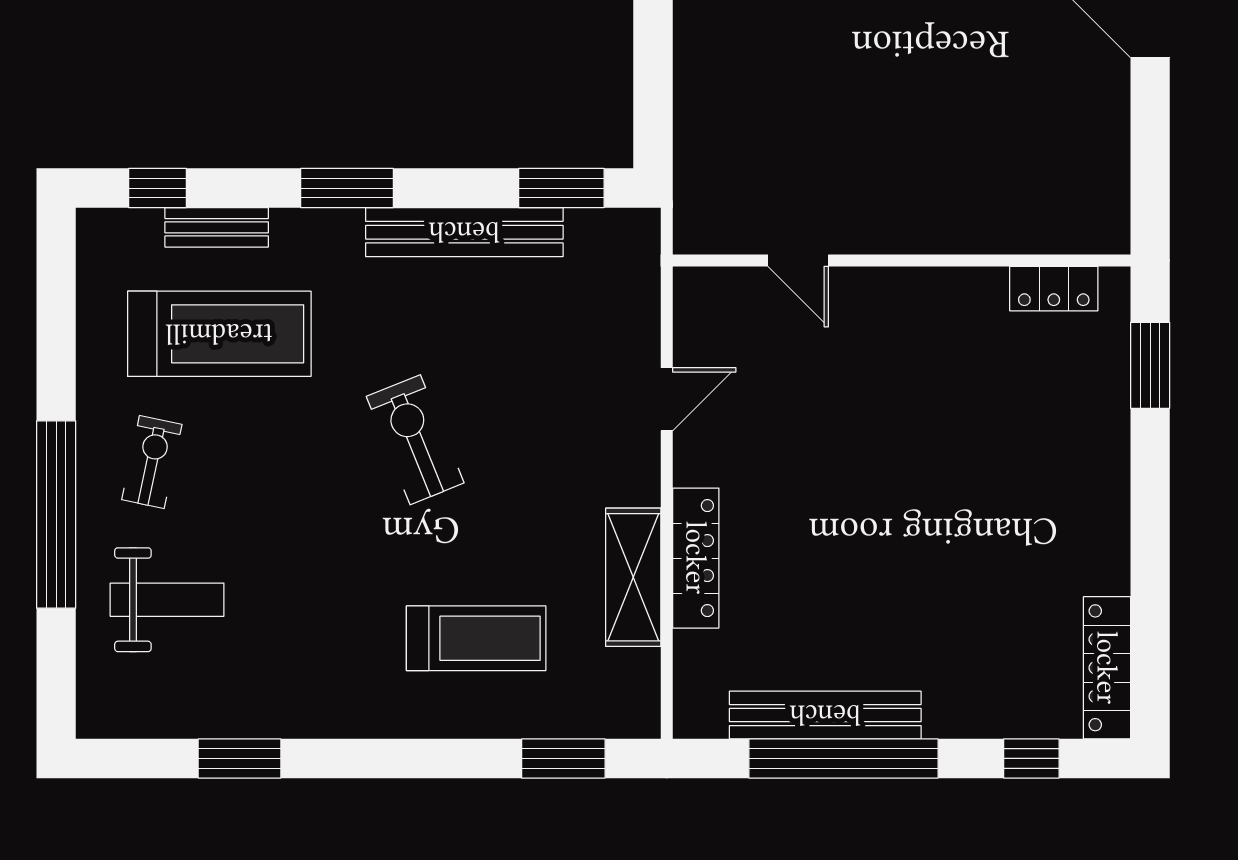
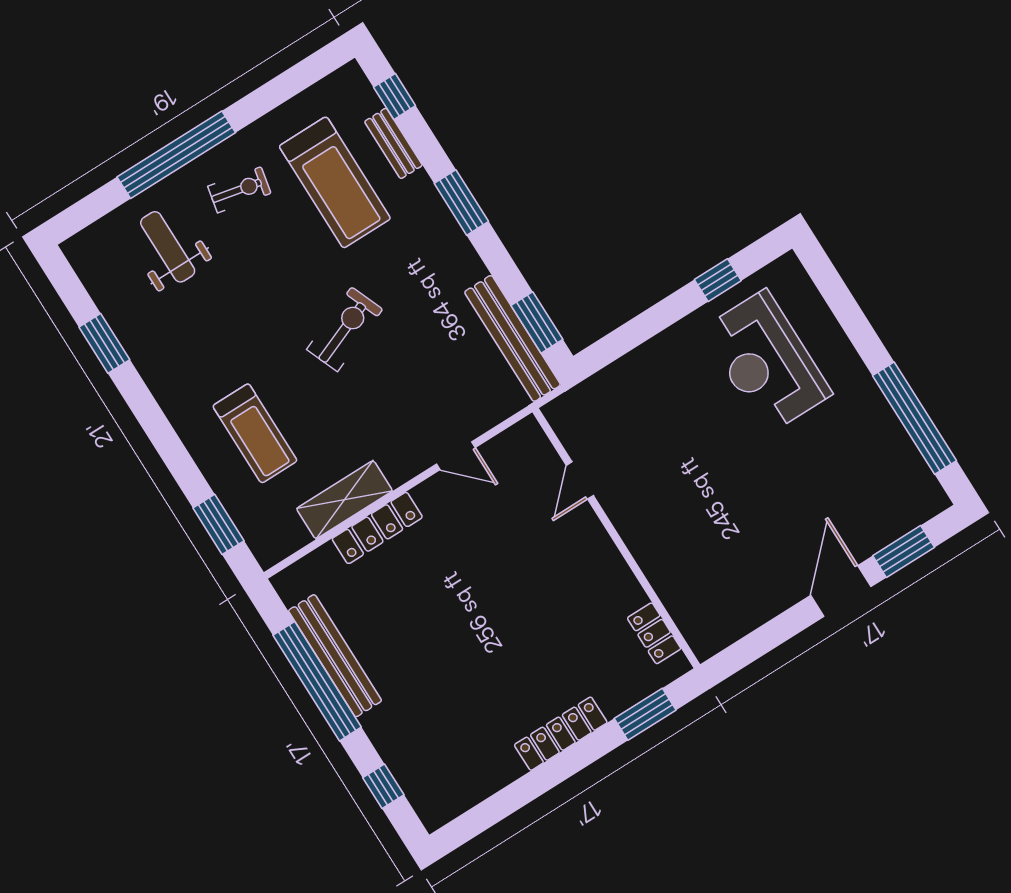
bench: (464, 232) -> (512, 338), moved
weight bench: (167, 600) -> (168, 247), turned 180
locker: (1107, 668) -> (561, 734), moved

